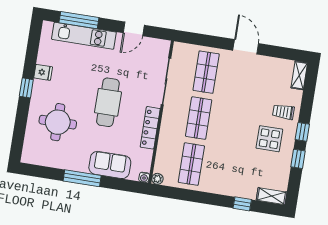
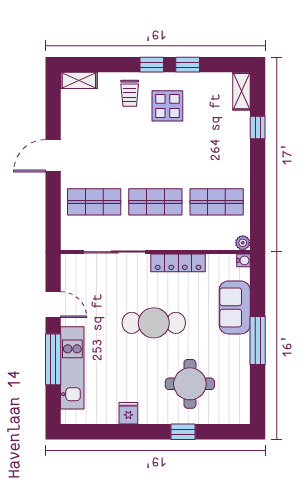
window: (79, 20) -> (53, 359), moved
window: (26, 88) -> (183, 432), moved

